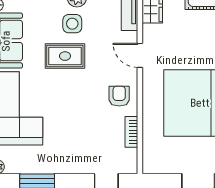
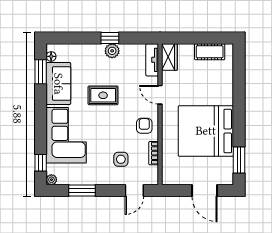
side table: (72, 24) -> (121, 159), moved

